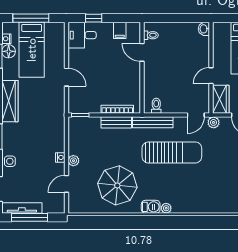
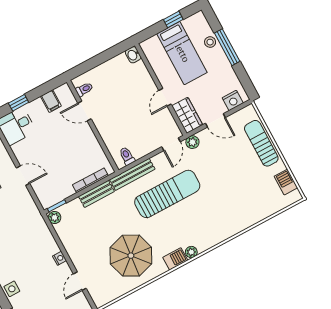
plant: (73, 161) -> (55, 218), moved

